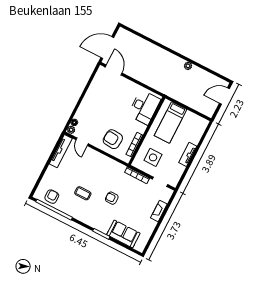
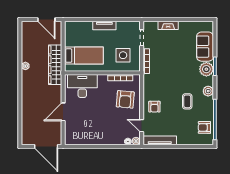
door: (114, 70) -> (63, 112), moved
wardrobe: (175, 93) -> (55, 65), added
door: (224, 96) -> (46, 20), moved
door: (82, 142) -> (142, 126), swing flipped
armchair: (112, 198) -> (154, 107), moved
plant: (82, 217) -> (208, 91), added
plant: (103, 225) -> (206, 69), added

